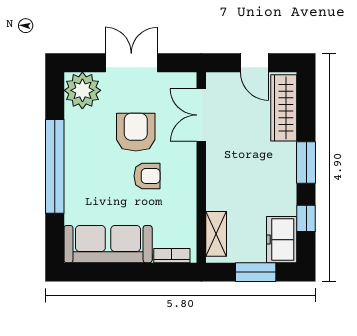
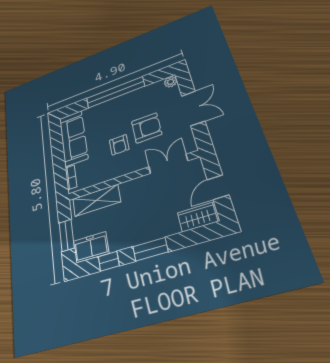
plant: (82, 90) -> (171, 82), width x0.53, depth x0.53
wardrobe: (284, 108) -> (197, 217), width x0.67
shelving: (216, 234) -> (96, 200), width x1.50, depth x1.33

